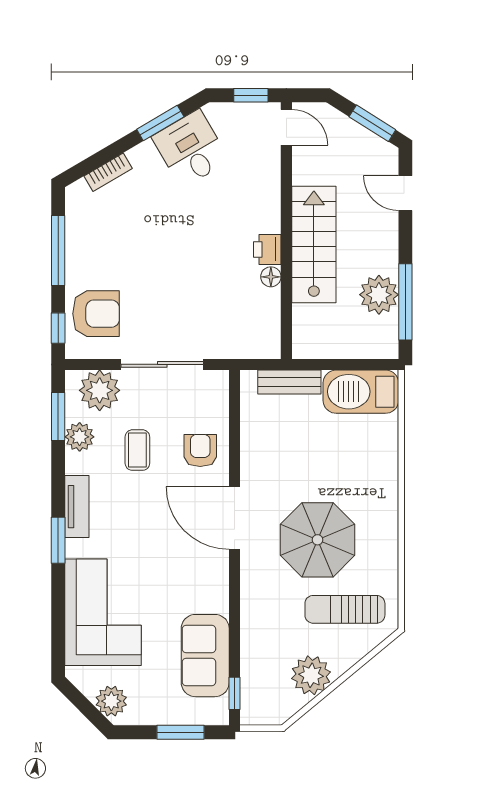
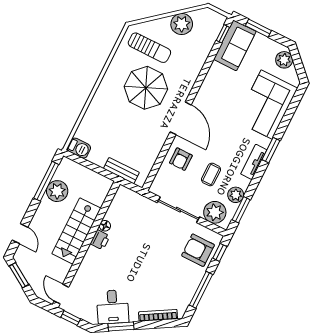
bookcase: (108, 172) -> (158, 315), width x1.56
barbecue: (361, 392) -> (79, 148), width x0.53, depth x0.65
sofa: (205, 656) -> (235, 45), moved

